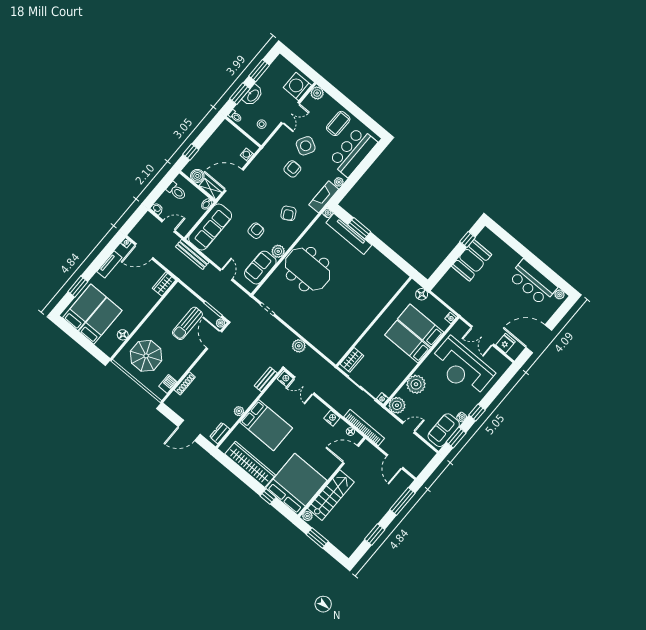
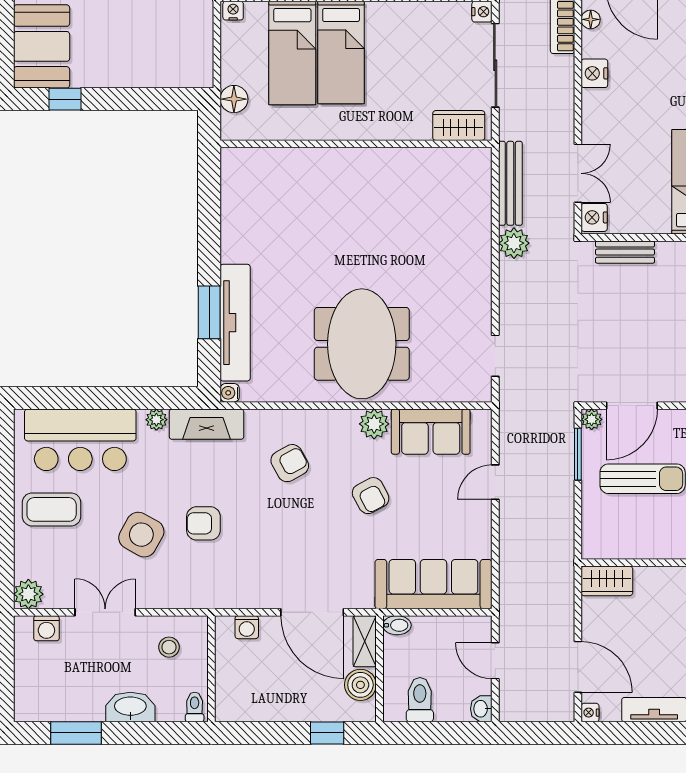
washing machine: (297, 86) -> (46, 628), width x0.53, depth x0.53
window: (240, 94) -> (147, 733), removed
armchair: (256, 231) -> (371, 496), turned -118
bench: (192, 254) -> (510, 183), moved
booth: (472, 260) -> (42, 46), moved, turned 90

